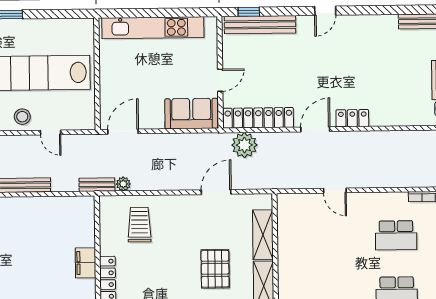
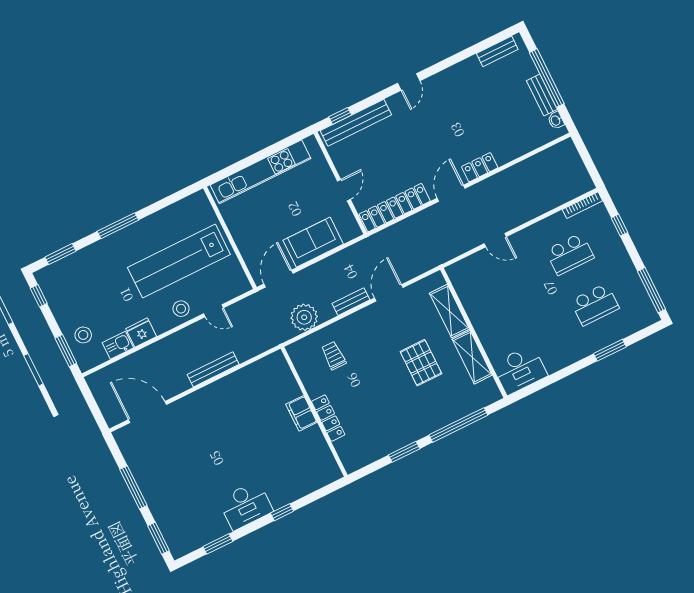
sofa: (191, 114) -> (313, 242), moved
plant: (244, 145) -> (394, 238), removed
plant: (123, 184) -> (304, 317), width x1.87, depth x1.87
bench: (97, 185) -> (351, 302), moved
trolley: (140, 225) -> (334, 356), width x0.73, depth x0.72

